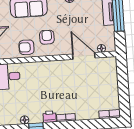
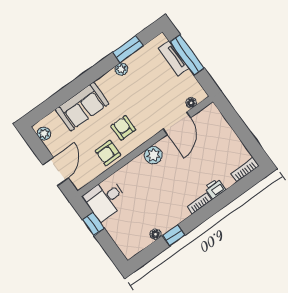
door: (84, 56) -> (177, 123), swing flipped
plant: (55, 67) -> (153, 155), added
printer: (50, 117) -> (215, 189), moved

